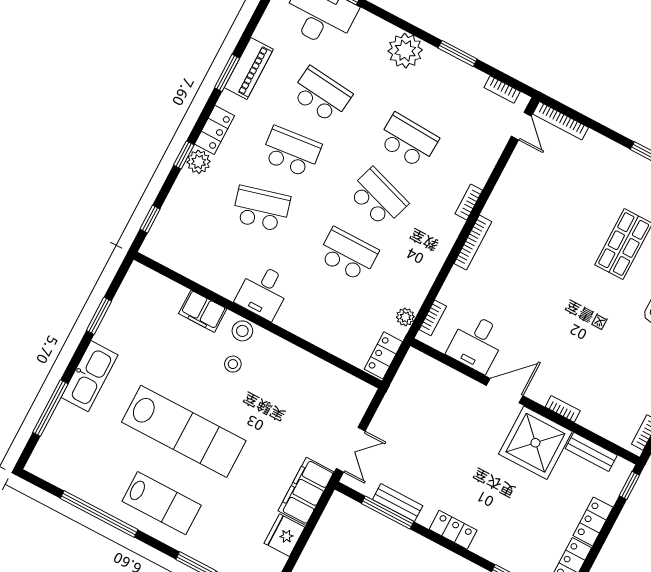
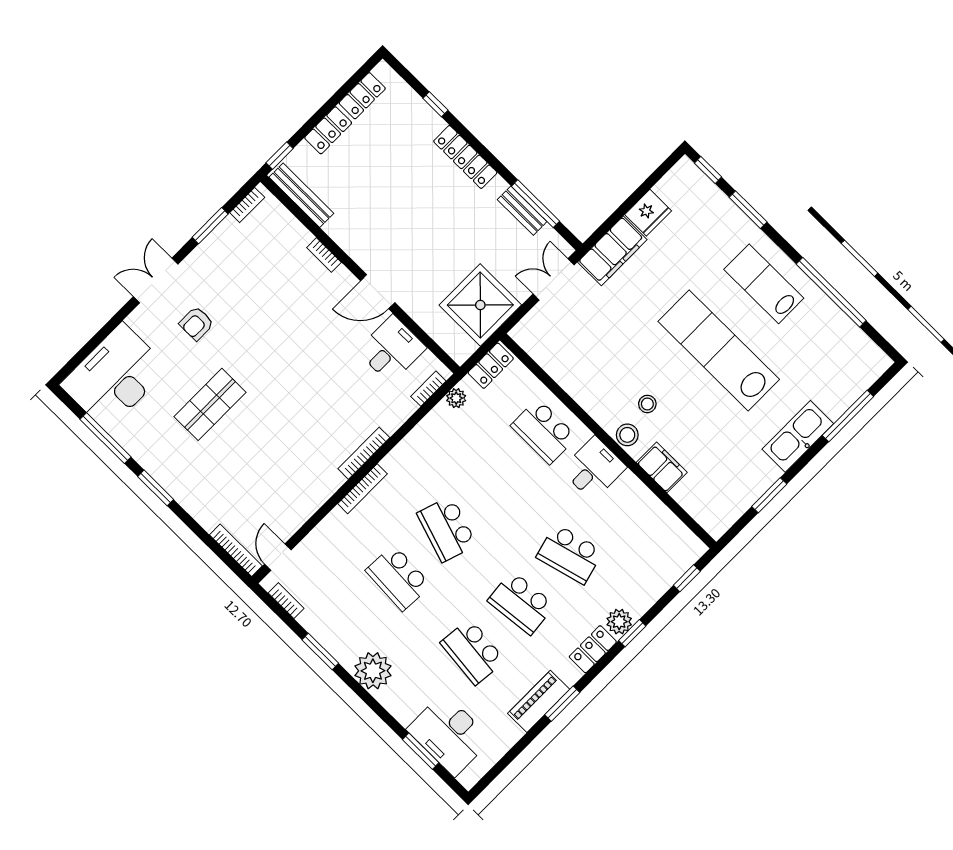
bookcase: (469, 202) -> (362, 489), width x1.56
school desk: (348, 254) -> (544, 431), moved
shower: (535, 443) -> (480, 305), moved
bench: (591, 452) -> (301, 195), width x1.36
locker: (453, 530) -> (465, 157), width x1.53

